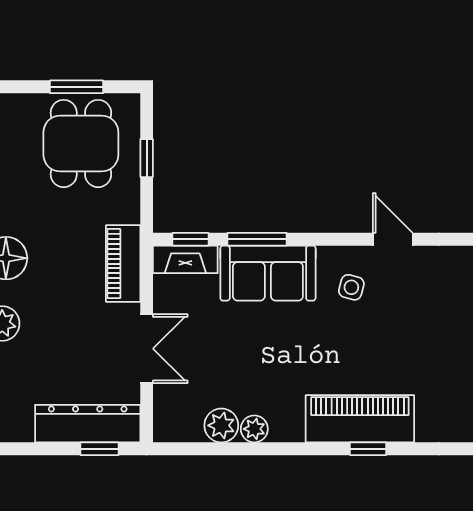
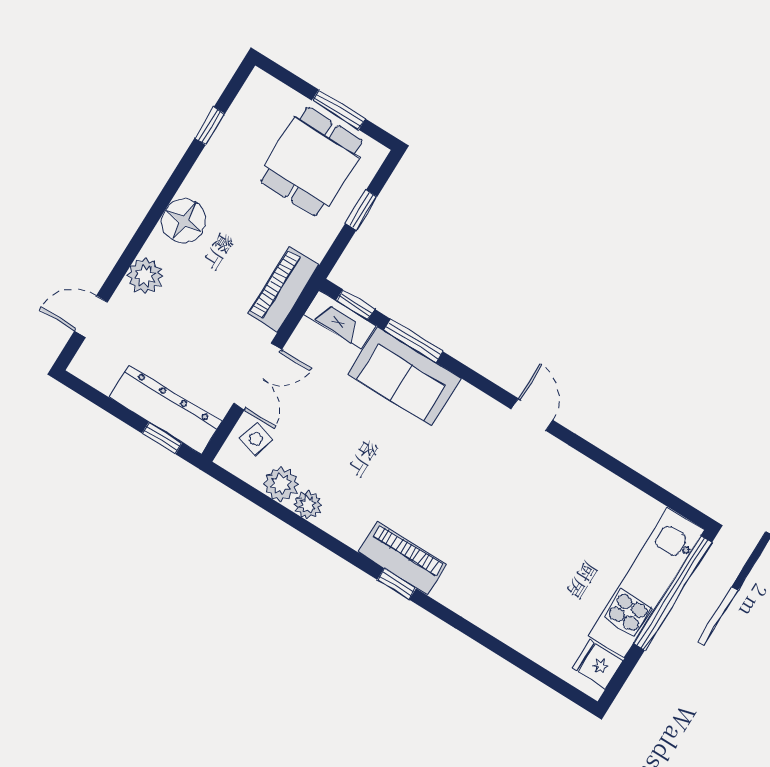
side table: (351, 287) -> (256, 439), moved
piano: (360, 419) -> (403, 559), width x0.73, depth x0.75

